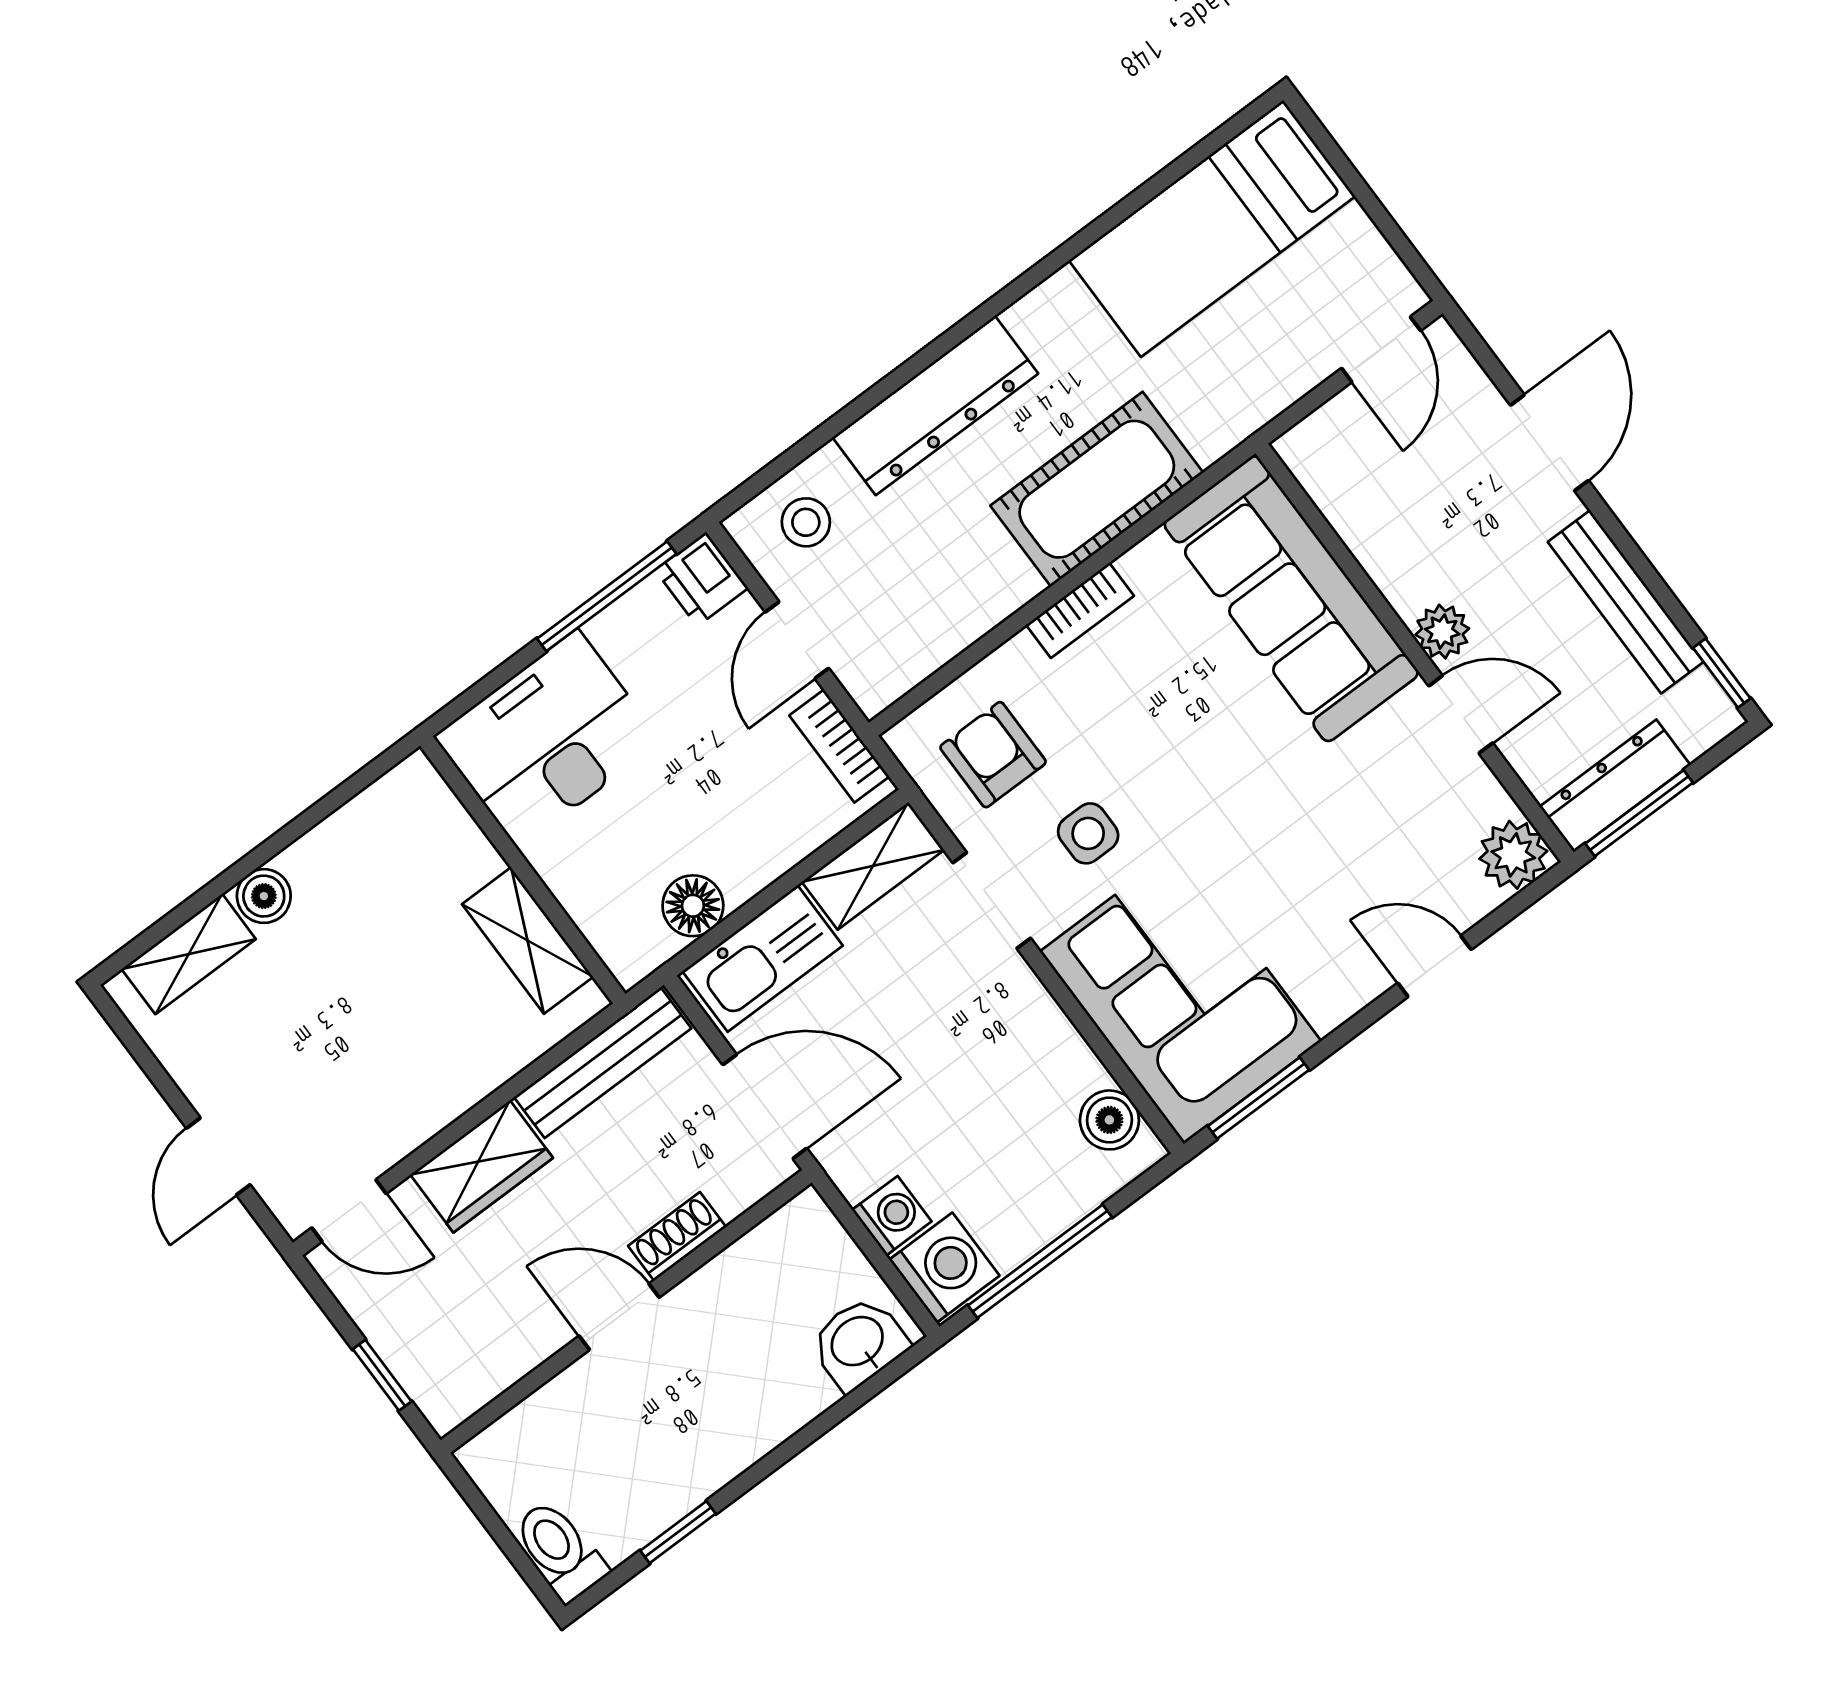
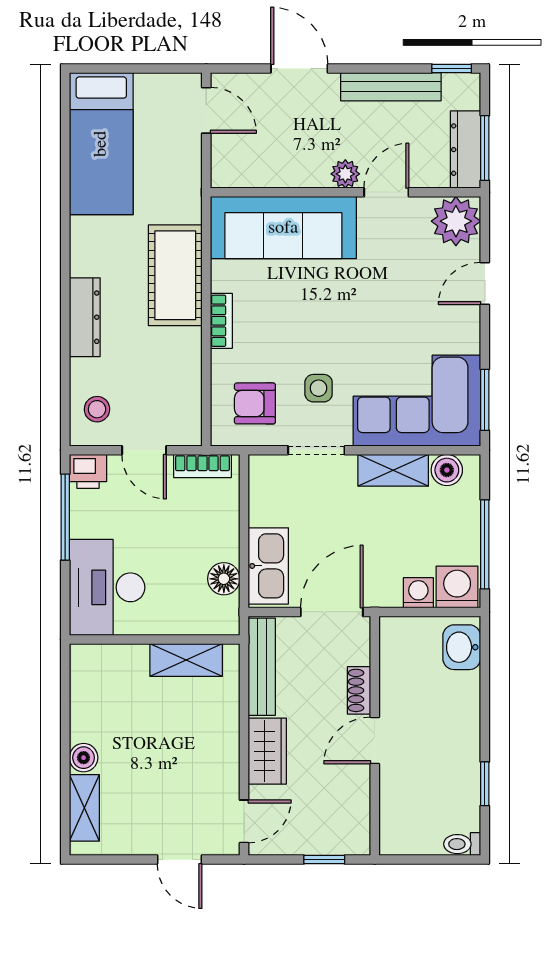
dresser: (935, 405) -> (85, 317), width x0.73, depth x0.80
plant: (1513, 855) -> (456, 221), width x1.36, depth x1.36
shelving: (873, 866) -> (393, 470), moved, turned 90
toilet: (560, 1550) -> (462, 844), width x0.73, depth x0.72

